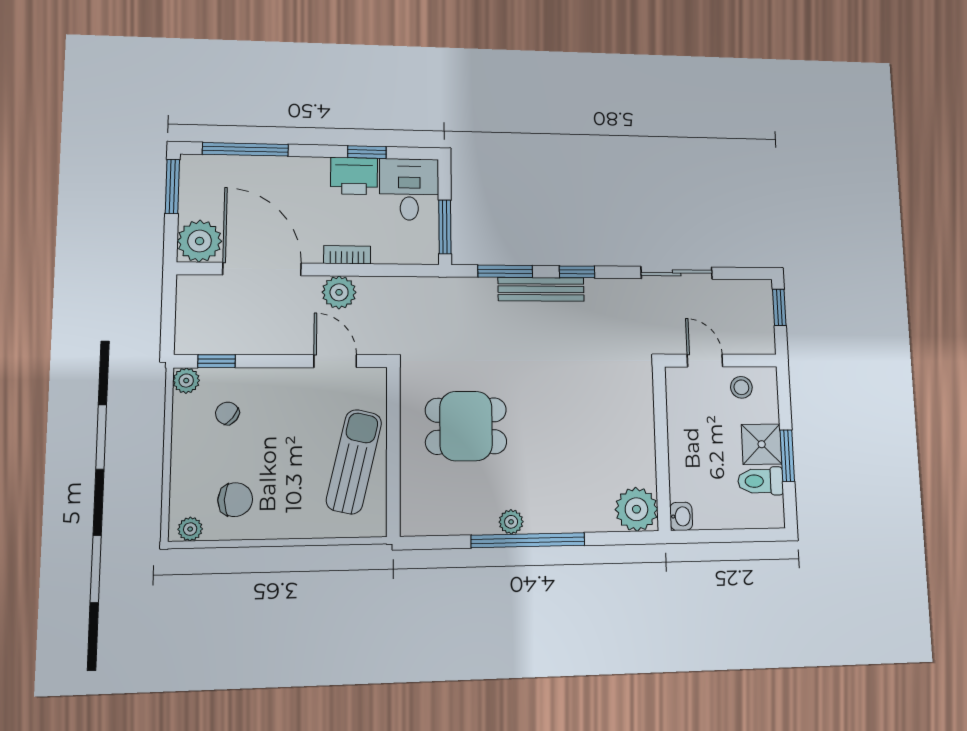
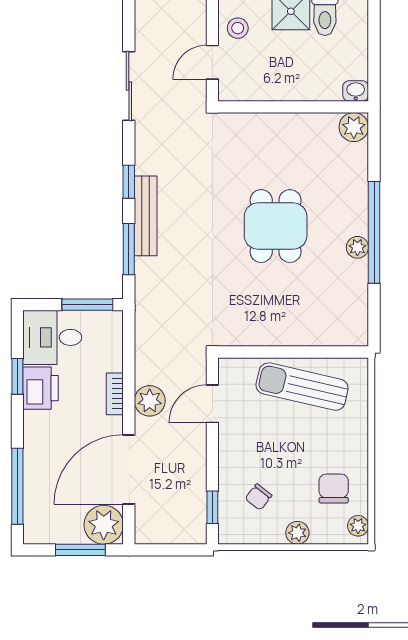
window: (172, 186) -> (80, 550), moved
plant: (186, 381) -> (297, 533), moved
dining table: (466, 426) -> (276, 226), moved
plant: (636, 509) -> (354, 127), width x0.73, depth x0.73

